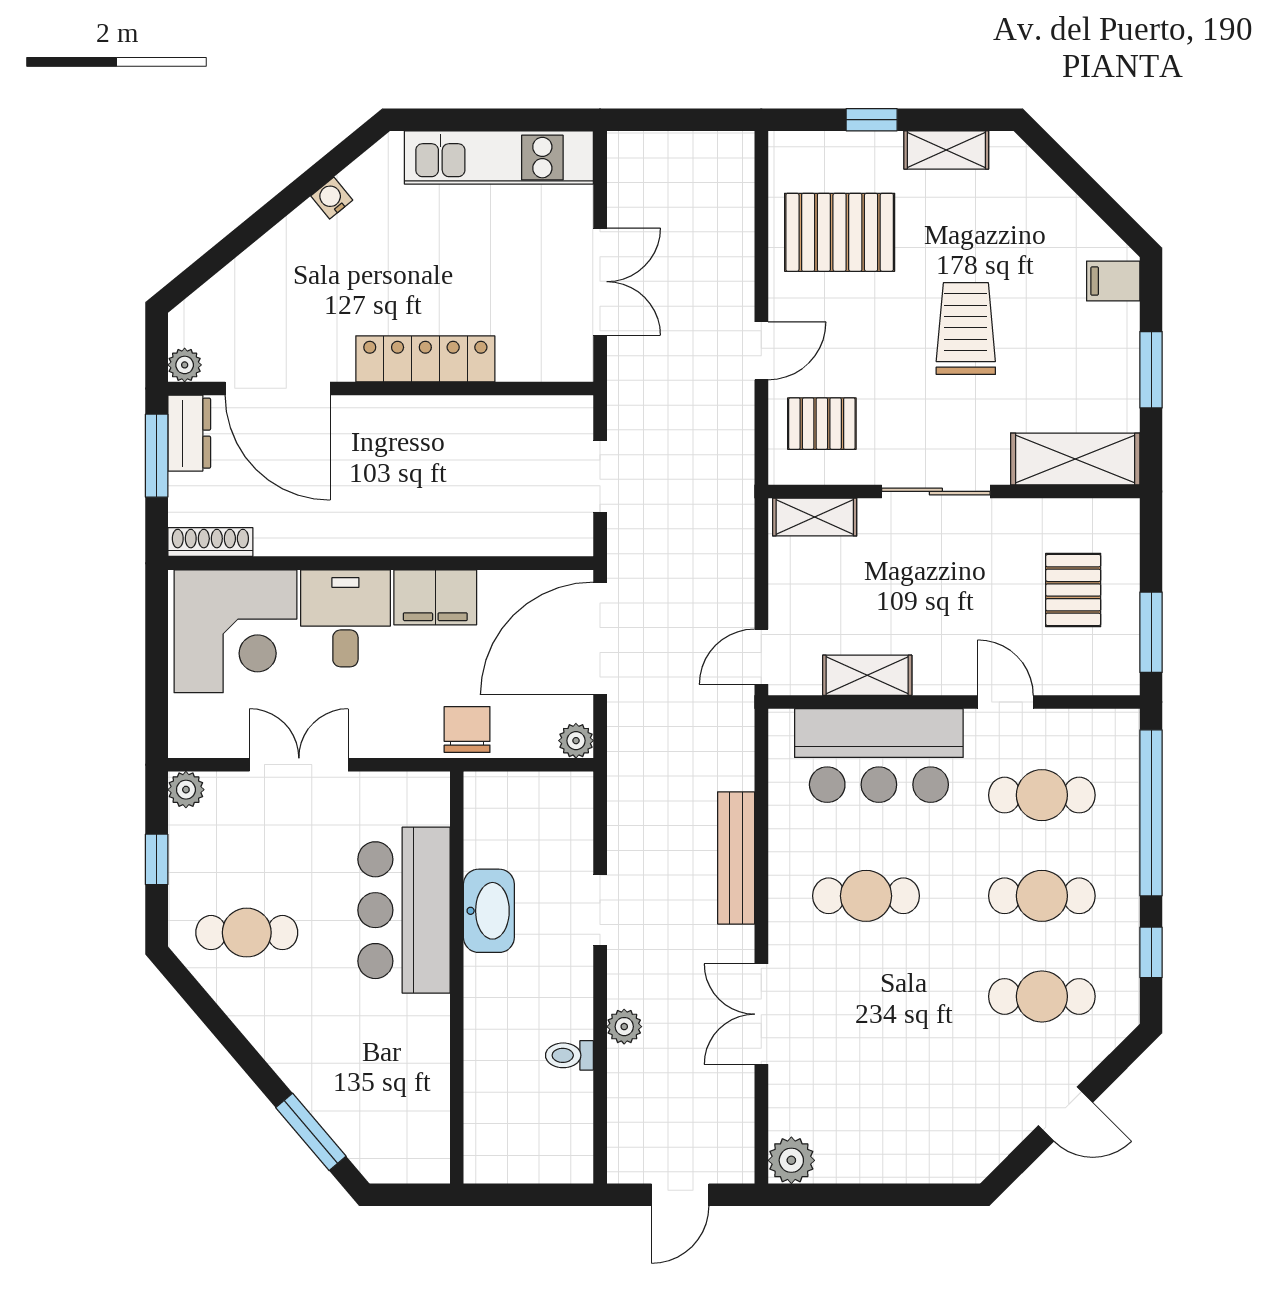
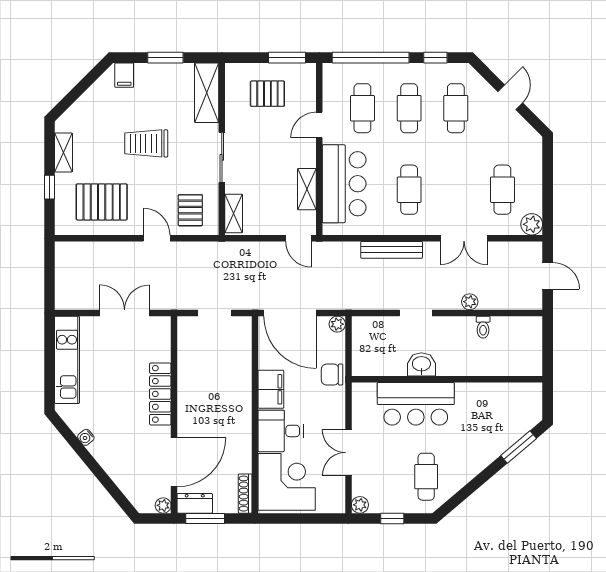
pallet: (840, 232) -> (102, 202), turned 90
washbasin: (489, 911) -> (421, 364), width x0.72
cafe table: (866, 1097) -> (502, 190), added

